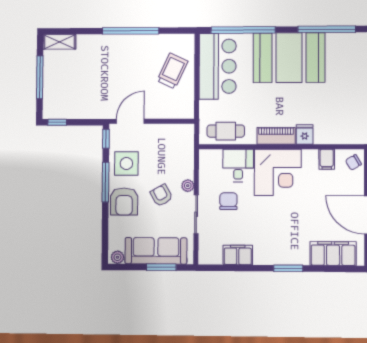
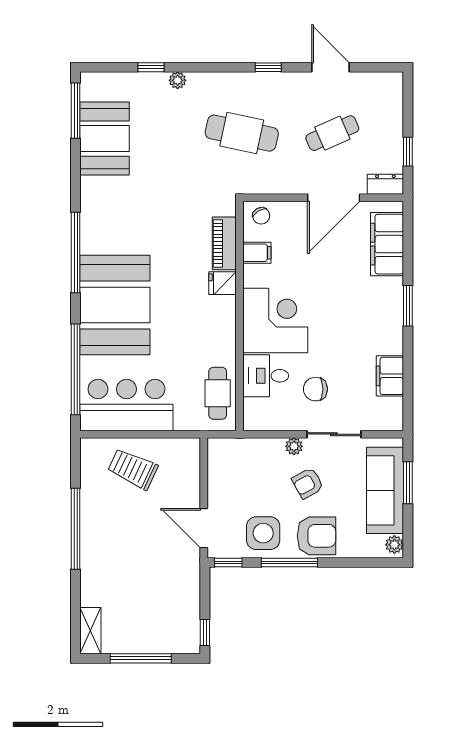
piano: (276, 136) -> (224, 243), moved

